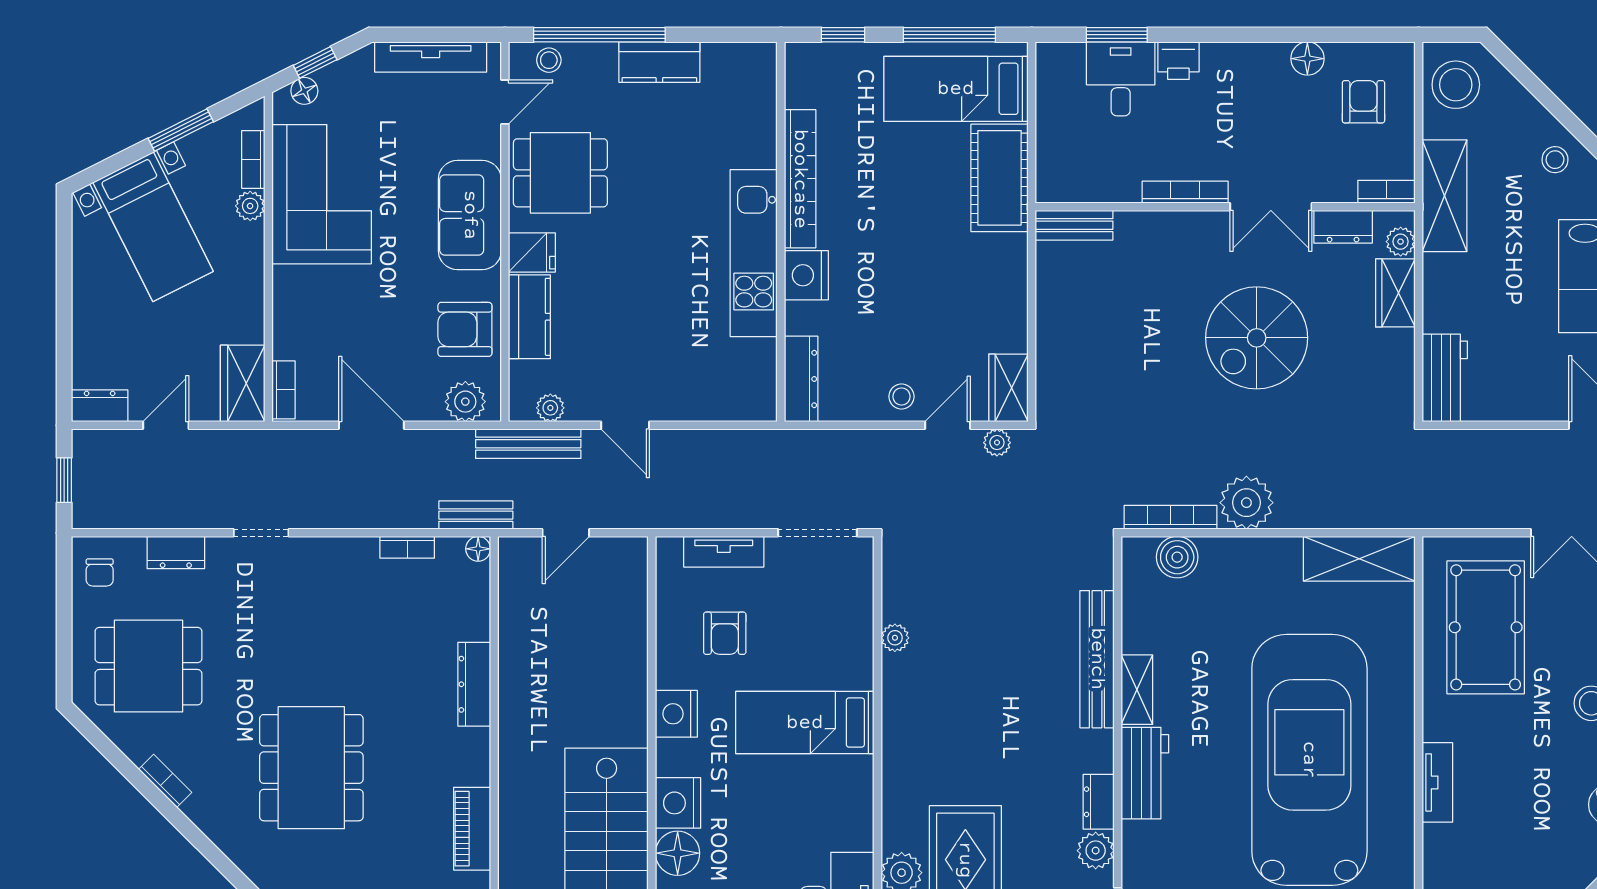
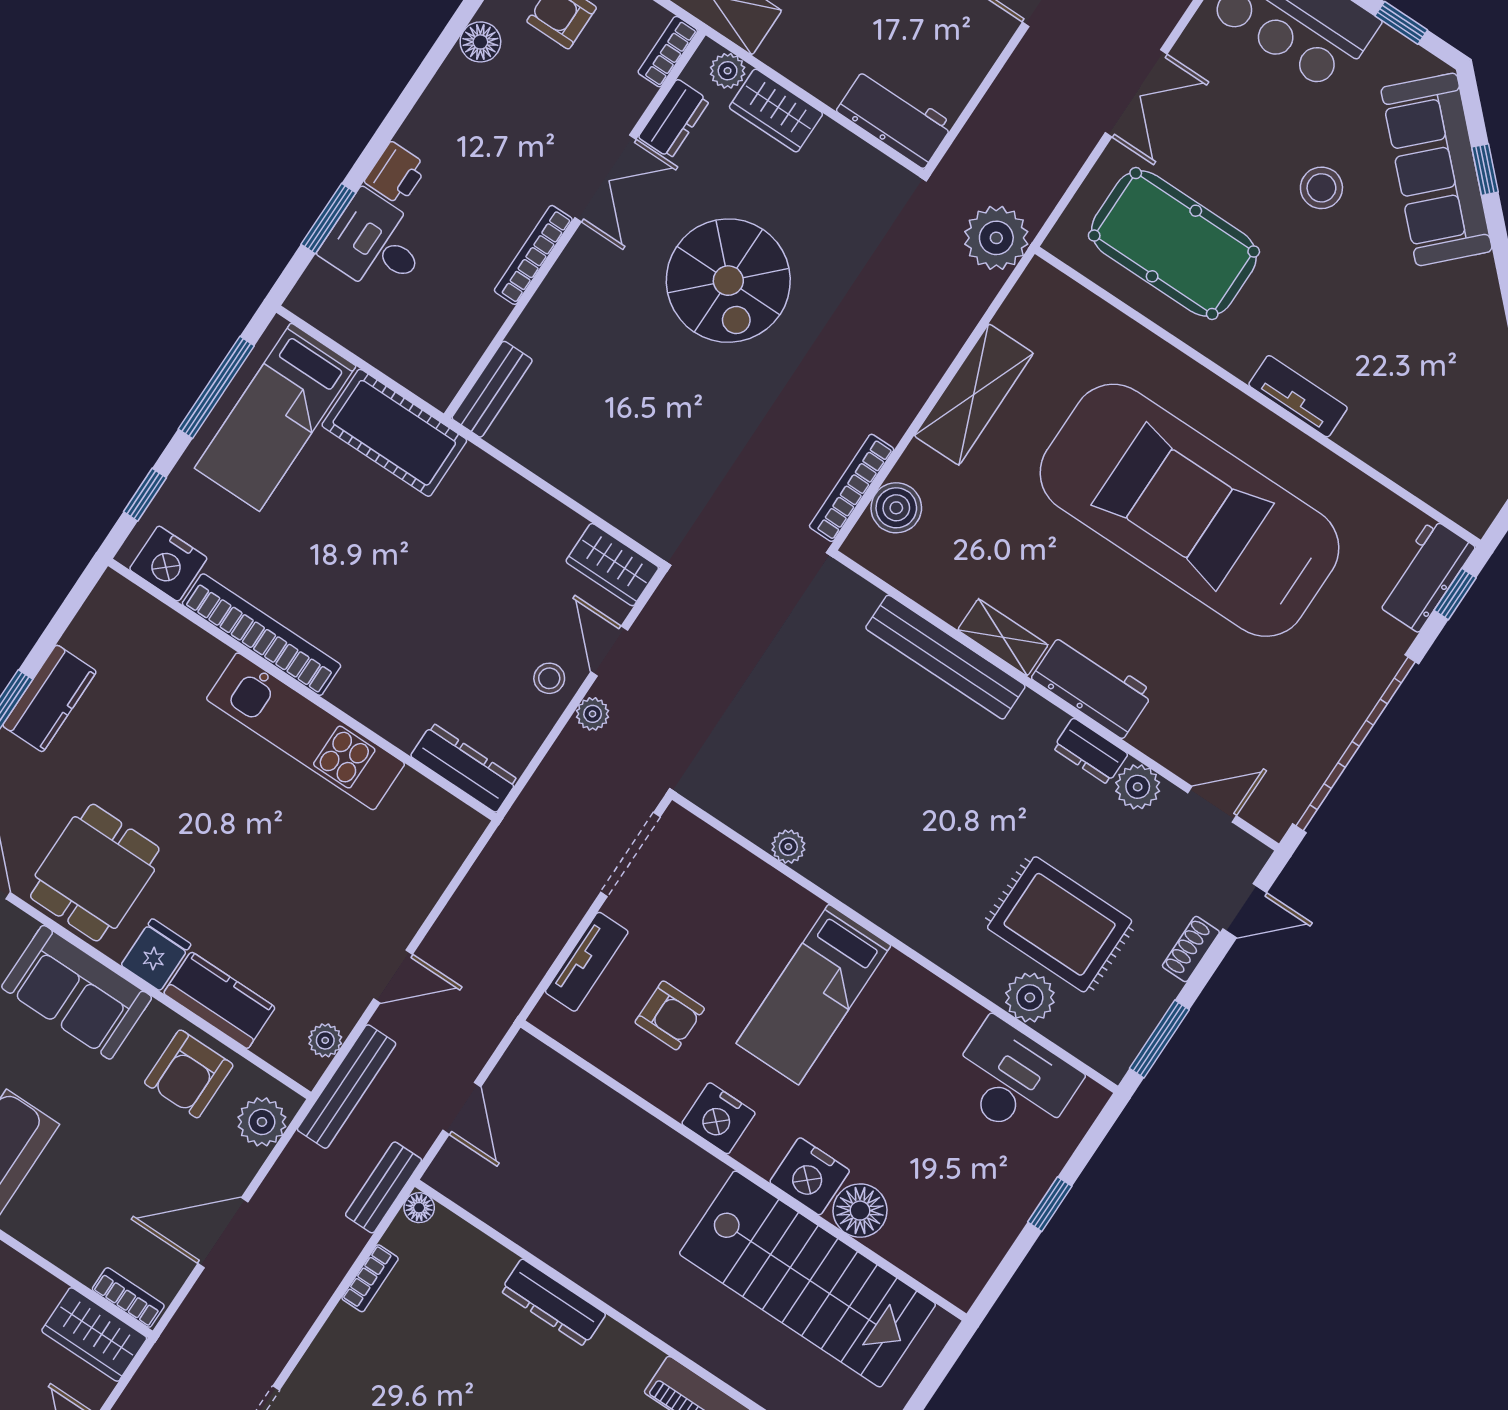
nightstand: (806, 275) -> (168, 564), moved
plant: (997, 443) -> (593, 714), moved
plant: (1246, 503) -> (996, 238), moved
shelving: (1359, 559) -> (974, 395), moved

